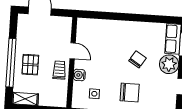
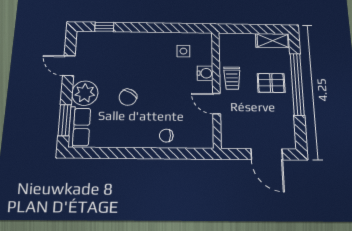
pallet: (30, 65) -> (271, 83), turned 90
chair: (130, 92) -> (166, 136), moved, width x0.54, depth x0.54

